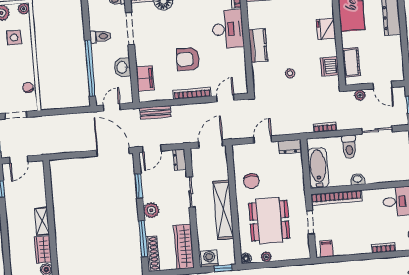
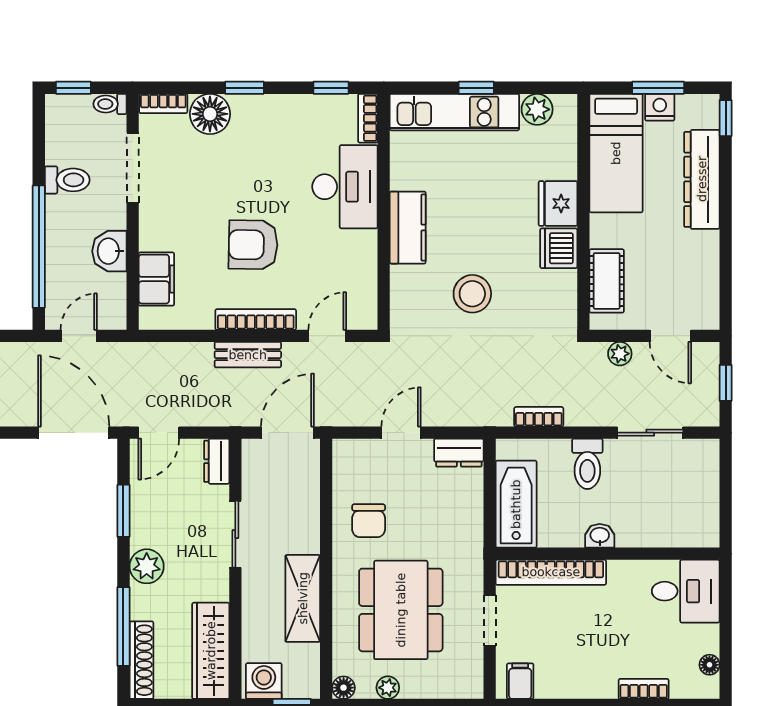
dishwasher: (329, 66) -> (559, 248), moved
stool: (290, 73) -> (472, 294), width x1.89, depth x1.89
bench: (155, 112) -> (248, 355), moved
shelving: (223, 210) -> (303, 598), width x0.68

